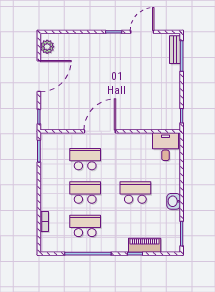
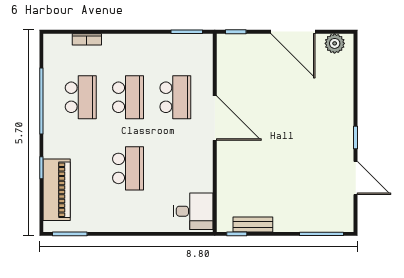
bench: (175, 50) -> (253, 225), moved
washbasin: (174, 201) -> (116, 223), removed
piano: (145, 245) -> (57, 190), width x1.37, depth x1.33

